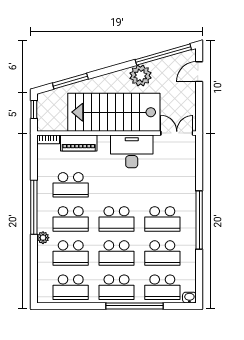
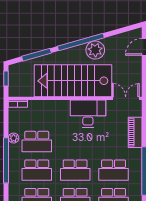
window: (163, 55) -> (81, 42), moved
piano: (79, 143) -> (135, 132), moved, turned 90
plant: (43, 238) -> (14, 138), moved

